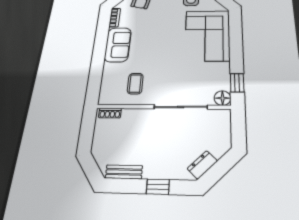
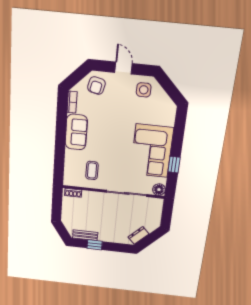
corner sofa: (207, 35) -> (152, 151), moved
window: (237, 83) -> (174, 165), moved
window: (158, 187) -> (95, 245), moved

